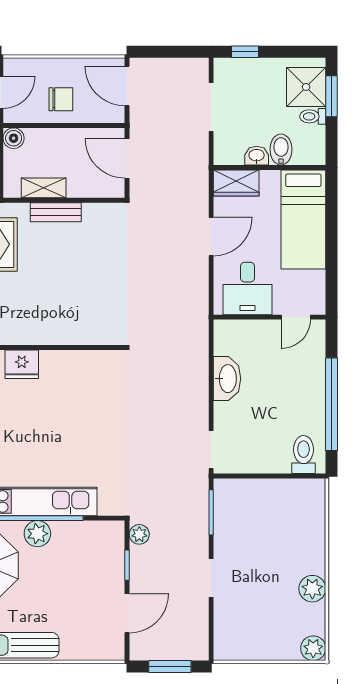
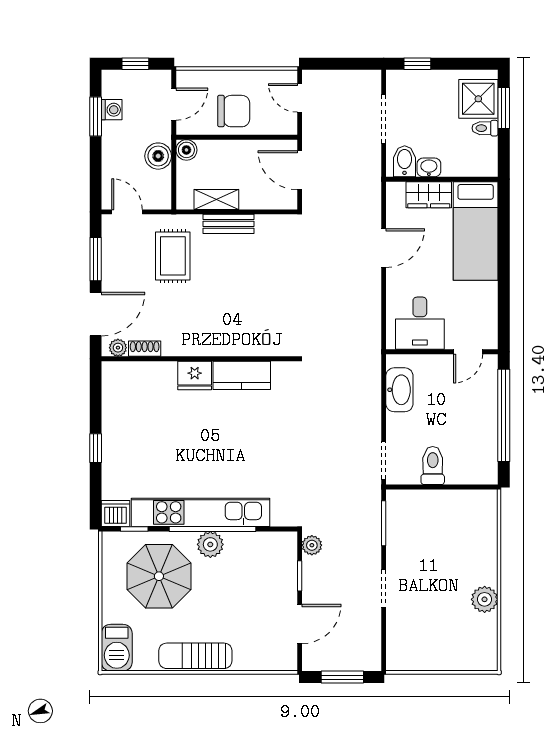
door: (127, 86) -> (300, 98), width x0.73
chair: (61, 99) -> (234, 111), width x1.37, depth x1.37
bidet: (281, 150) -> (405, 161), moved
wardrobe: (236, 183) -> (429, 195), moved
desk: (248, 288) -> (420, 323), moved
wall: (270, 317) -> (442, 352), moved
door: (296, 317) -> (468, 352), moved
kitchen counter: (69, 364) -> (242, 375), added
toilet: (304, 455) -> (433, 466), moved
plant: (313, 648) -> (485, 659), removed

